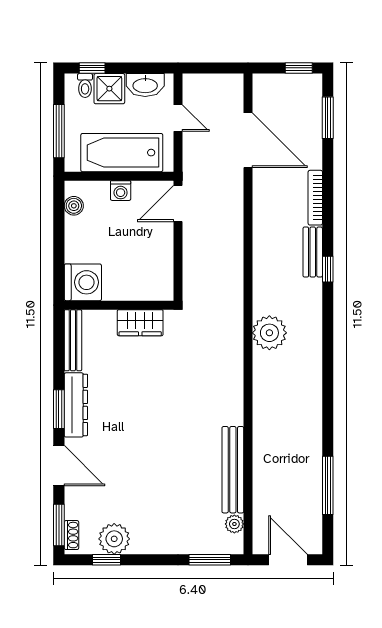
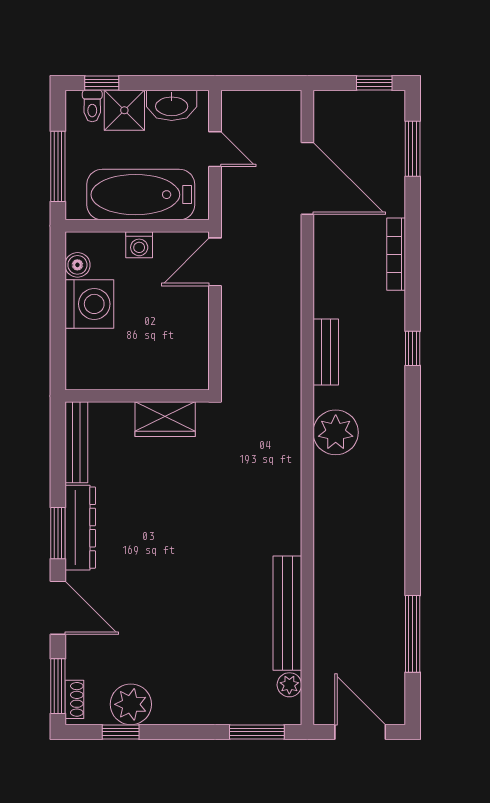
bench: (313, 252) -> (326, 352), moved
washing machine: (83, 282) -> (89, 304), moved

